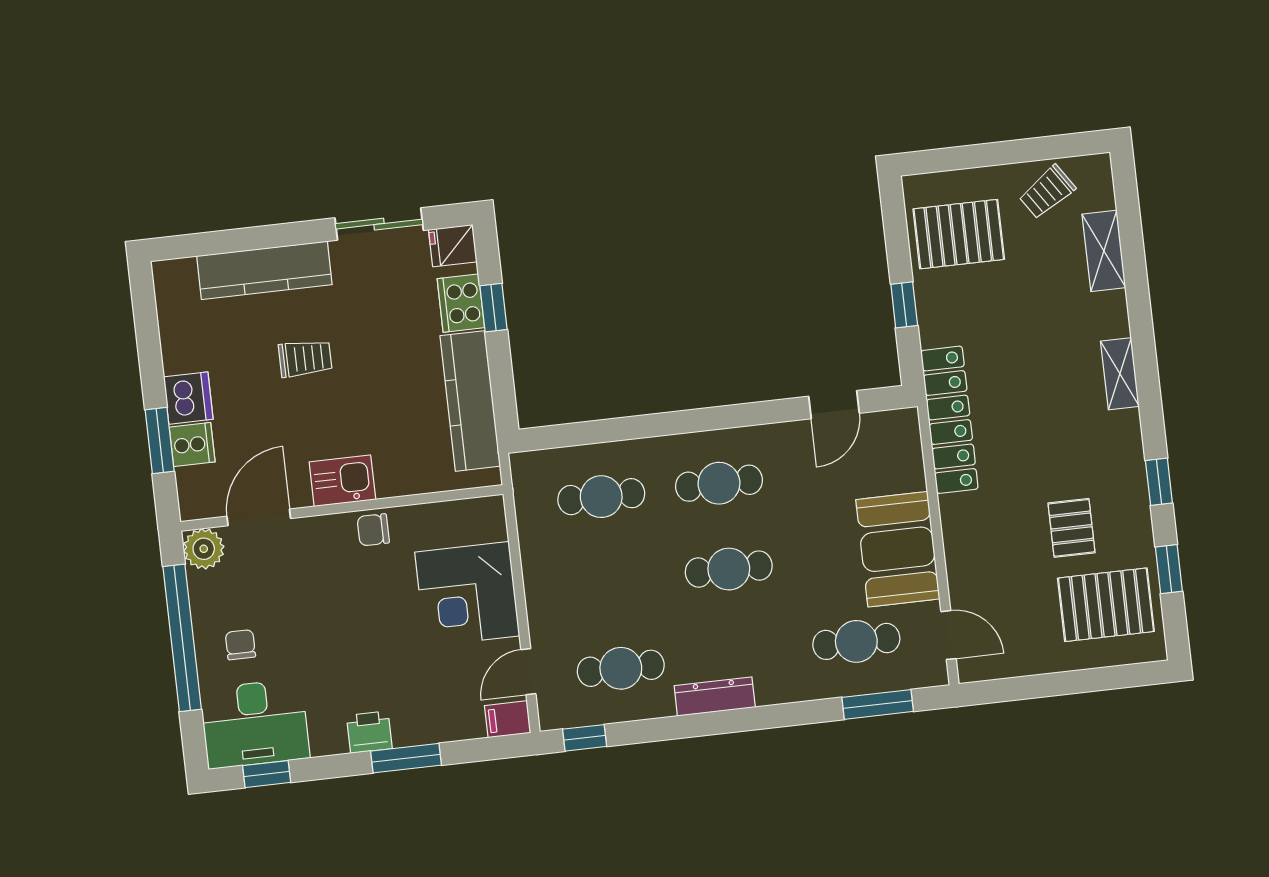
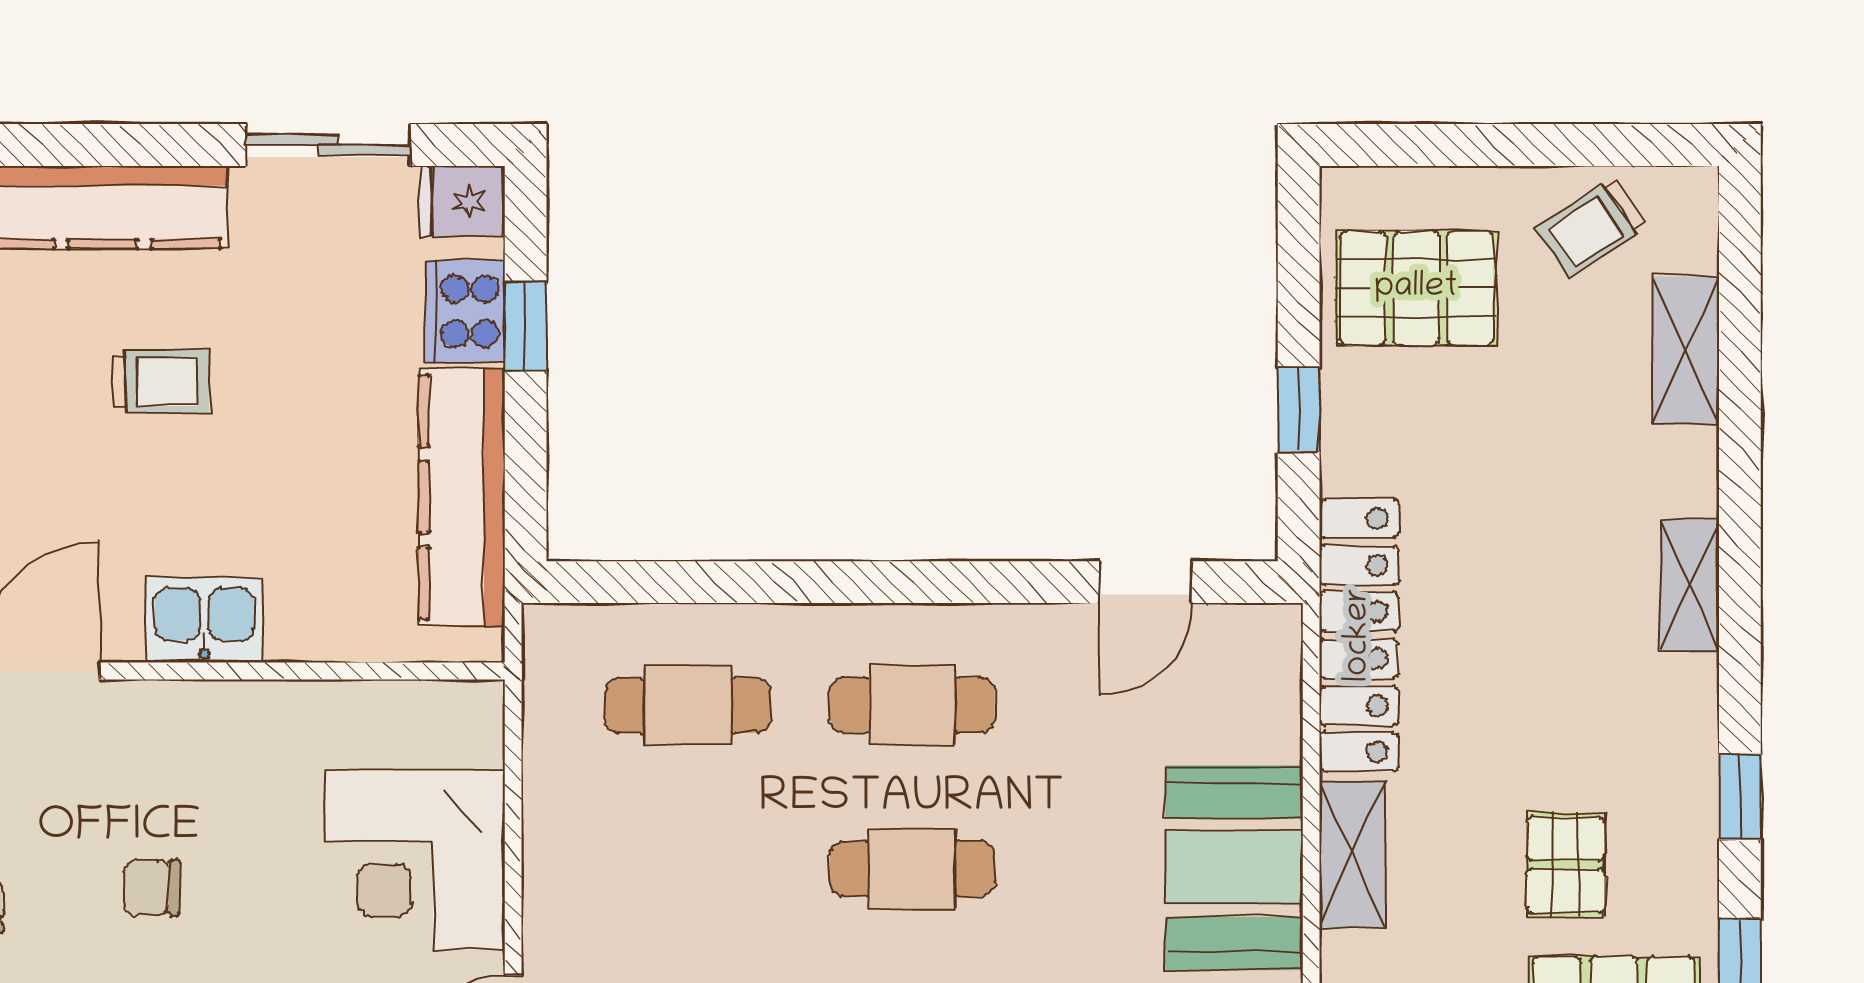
chair: (373, 530) -> (152, 888), moved
shelving: (959, 535) -> (1352, 854), added

